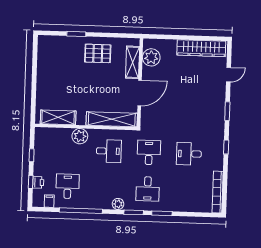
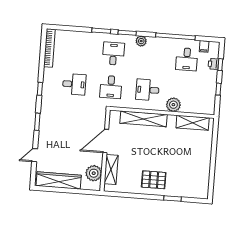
plant: (151, 57) -> (94, 173), moved
shelving: (133, 62) -> (111, 170), moved
wall: (140, 83) -> (105, 150), moved
door: (140, 93) -> (106, 141), moved

